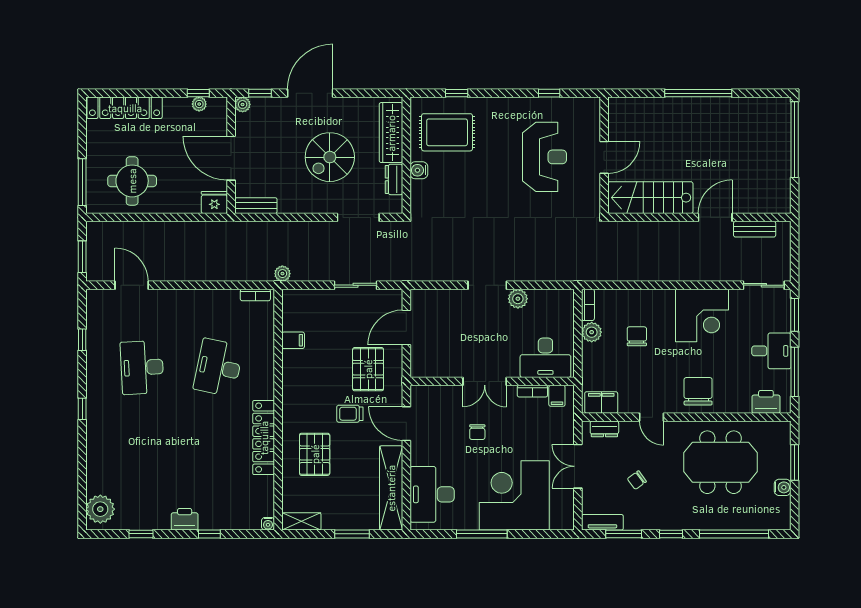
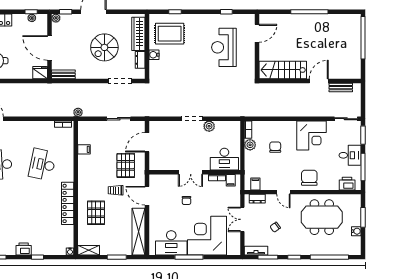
reception desk: (545, 157) -> (224, 47), turned 180
door: (604, 157) -> (257, 33), moved
filing cabinet: (601, 402) -> (255, 184), width x0.50
desk: (432, 494) -> (171, 243), moved, turned -90

